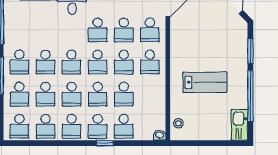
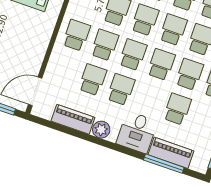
school desk: (150, 30) -> (177, 109), moved

